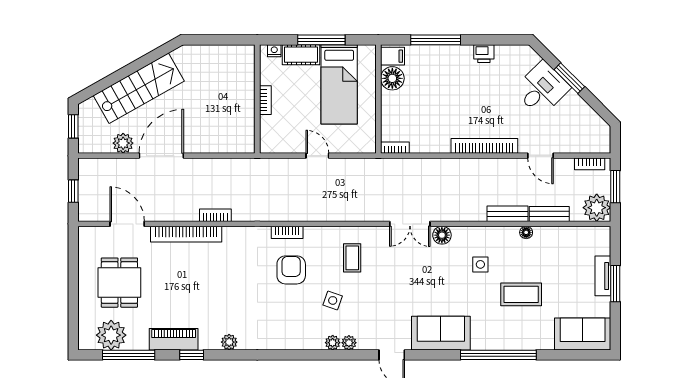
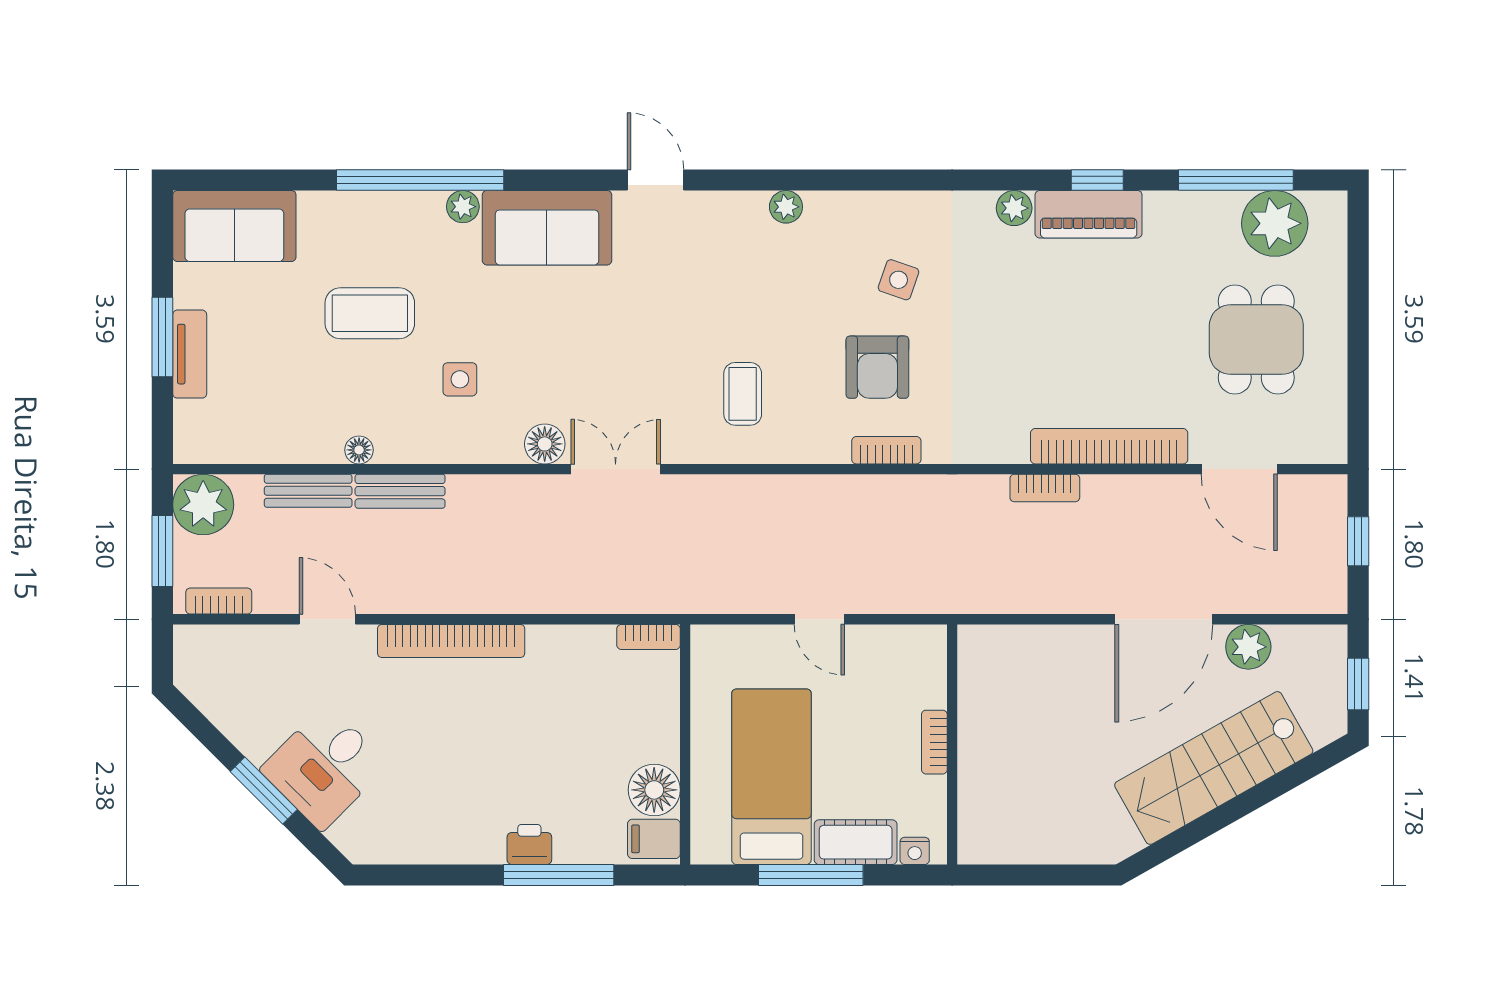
printer: (484, 54) -> (529, 844), moved
side table: (333, 300) -> (899, 280), moved
piano: (174, 339) -> (1089, 214), moved
plant: (349, 343) -> (463, 207), moved

